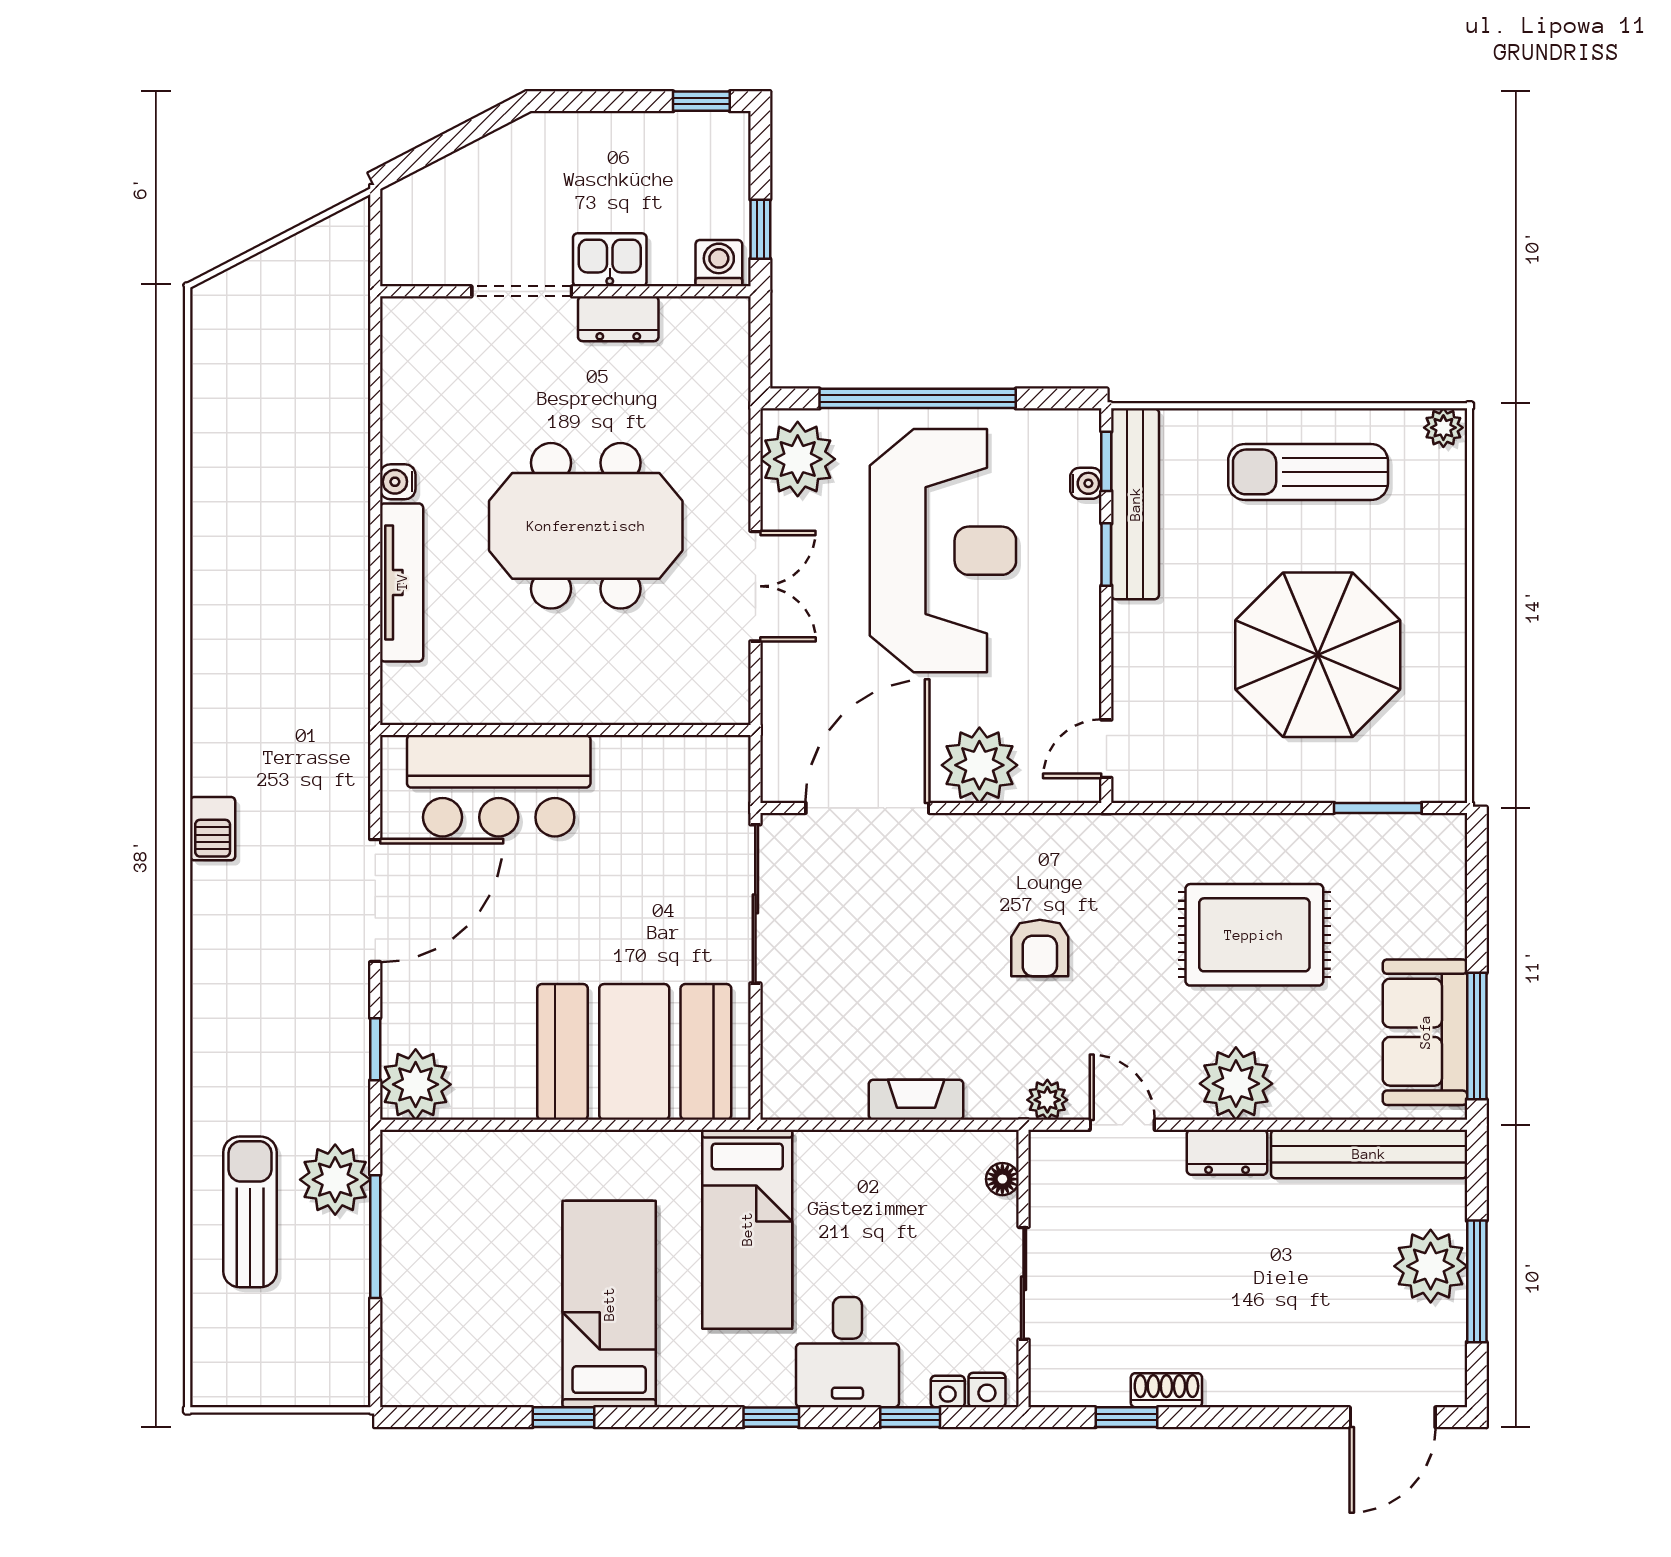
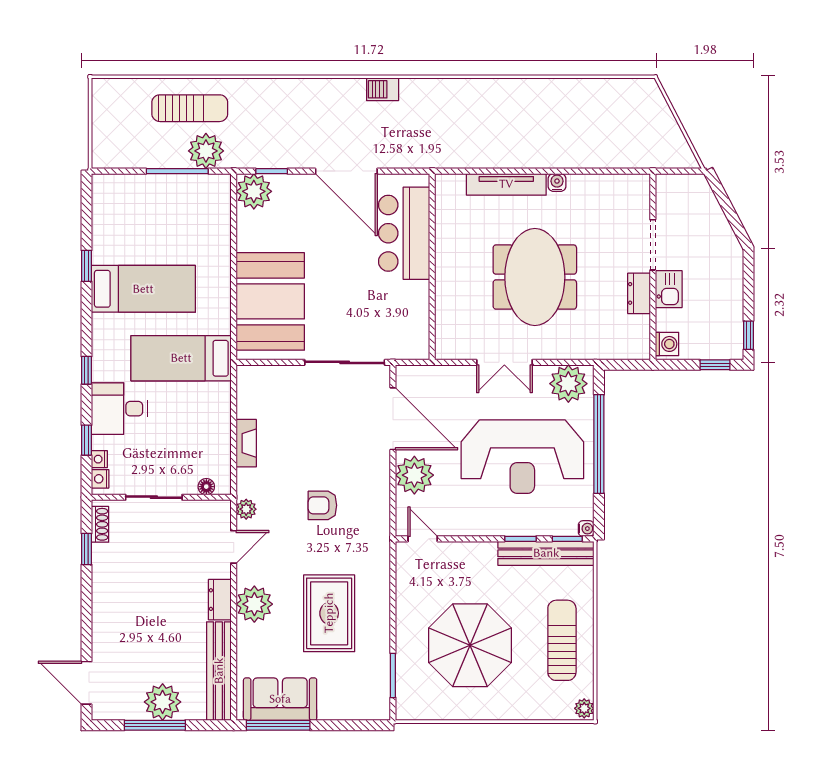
window: (760, 229) -> (715, 365), moved
water cooler: (1086, 483) -> (586, 529), moved, turned -90
shoe rack: (1166, 1390) -> (100, 524), moved

